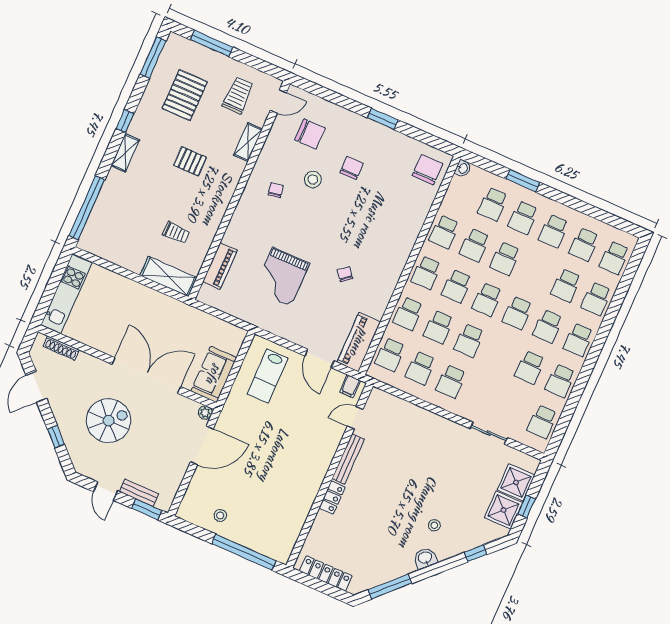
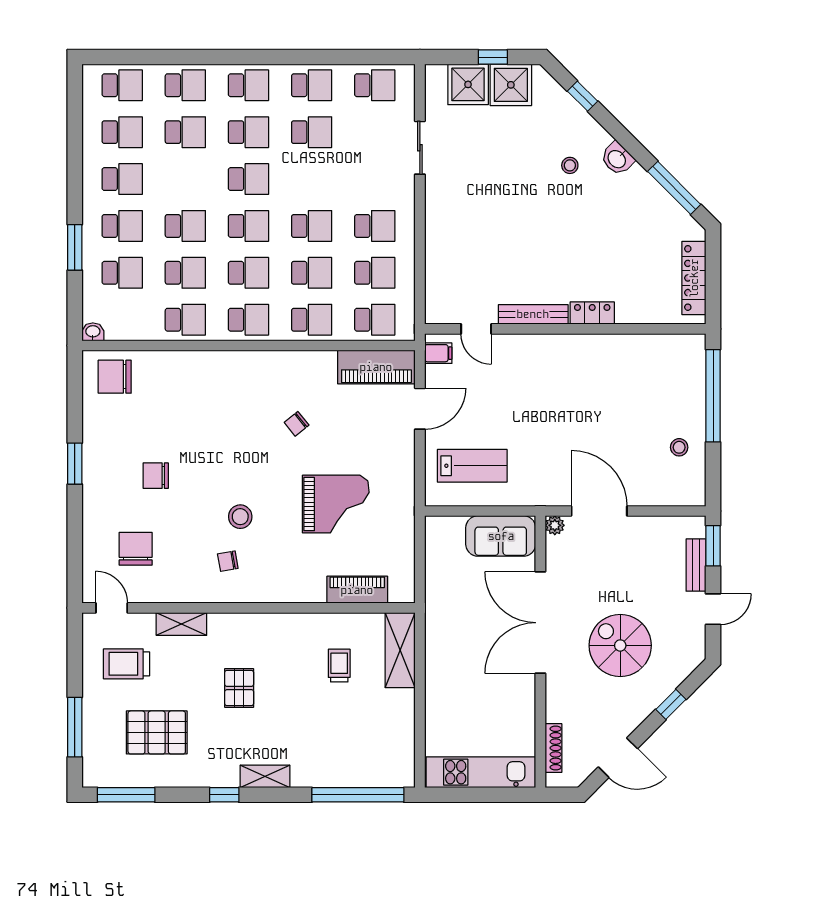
stool: (313, 180) -> (240, 517), moved

